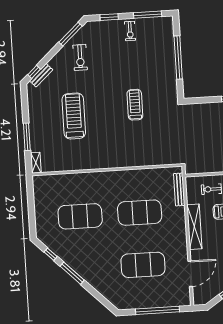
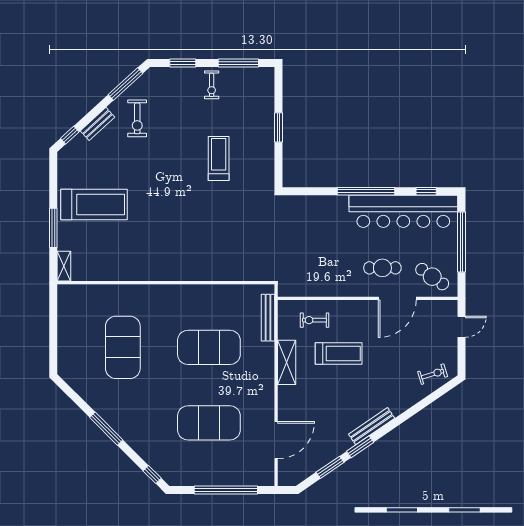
window: (178, 57) -> (279, 127), width x0.47
bench: (41, 75) -> (98, 124), moved
treadmill: (135, 105) -> (219, 159), moved
treadmill: (74, 116) -> (94, 205), moved, turned 90
exercise mat: (80, 216) -> (123, 347), turned 90
shelving: (194, 227) -> (287, 362), width x0.68
window: (51, 254) -> (152, 475), moved

